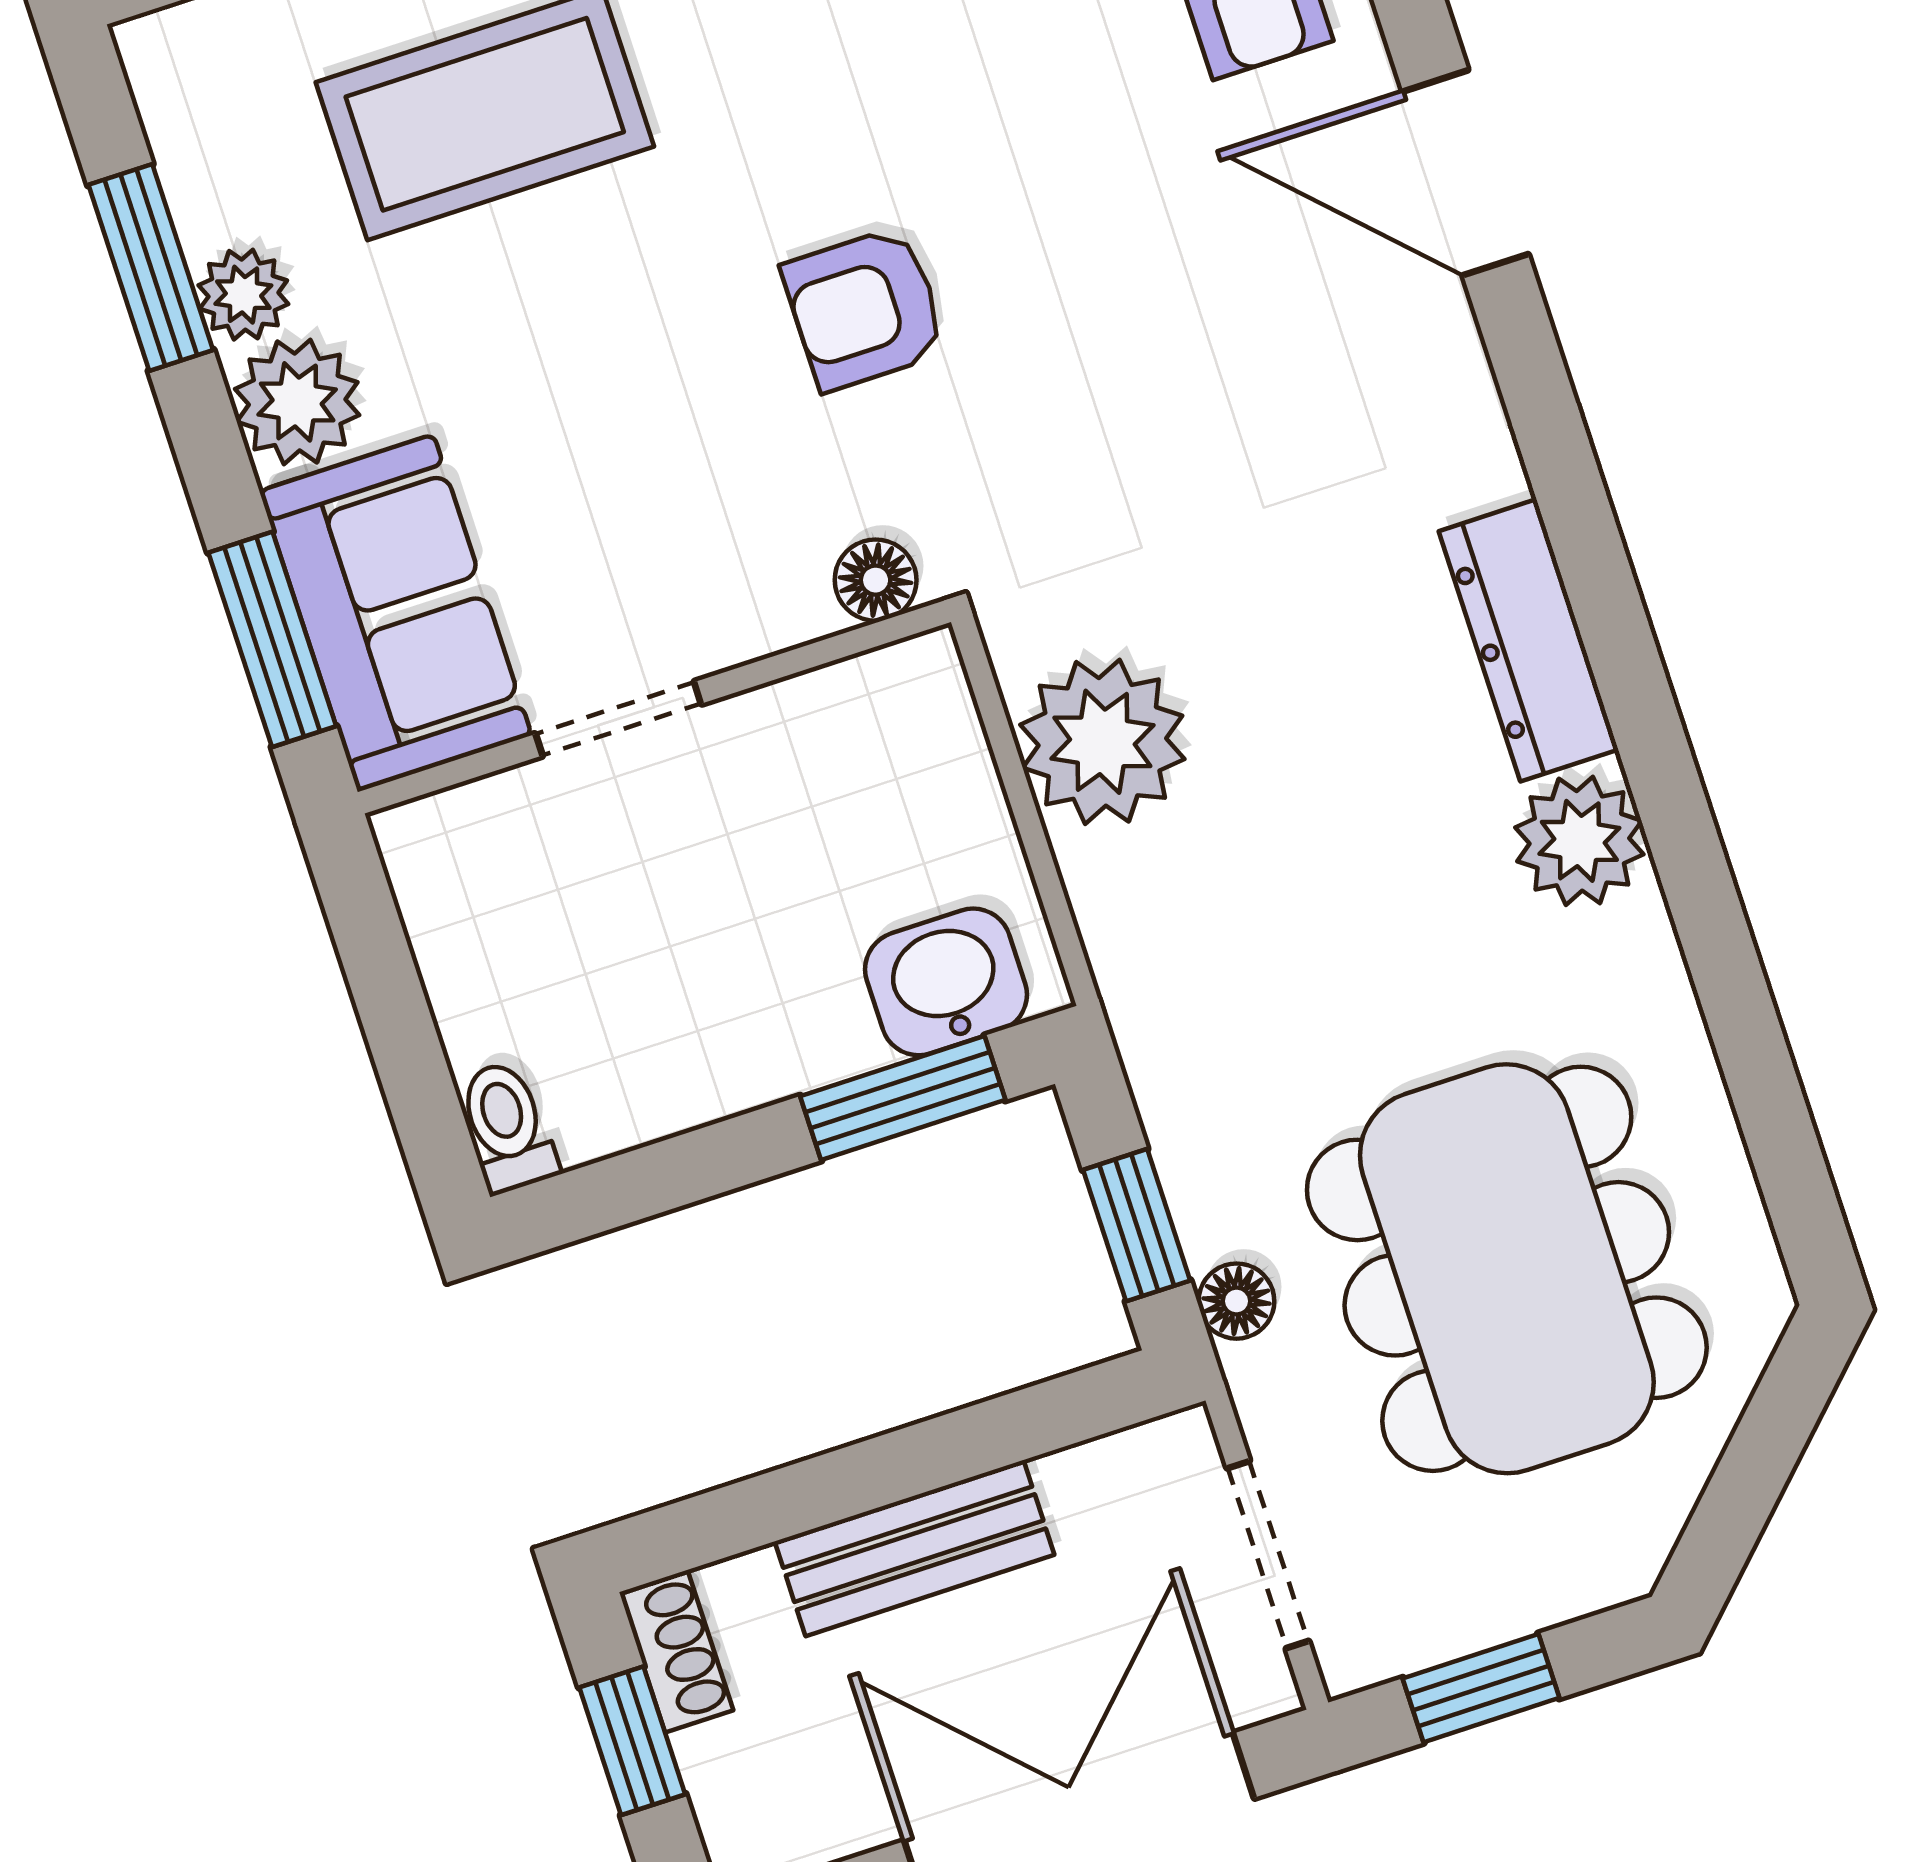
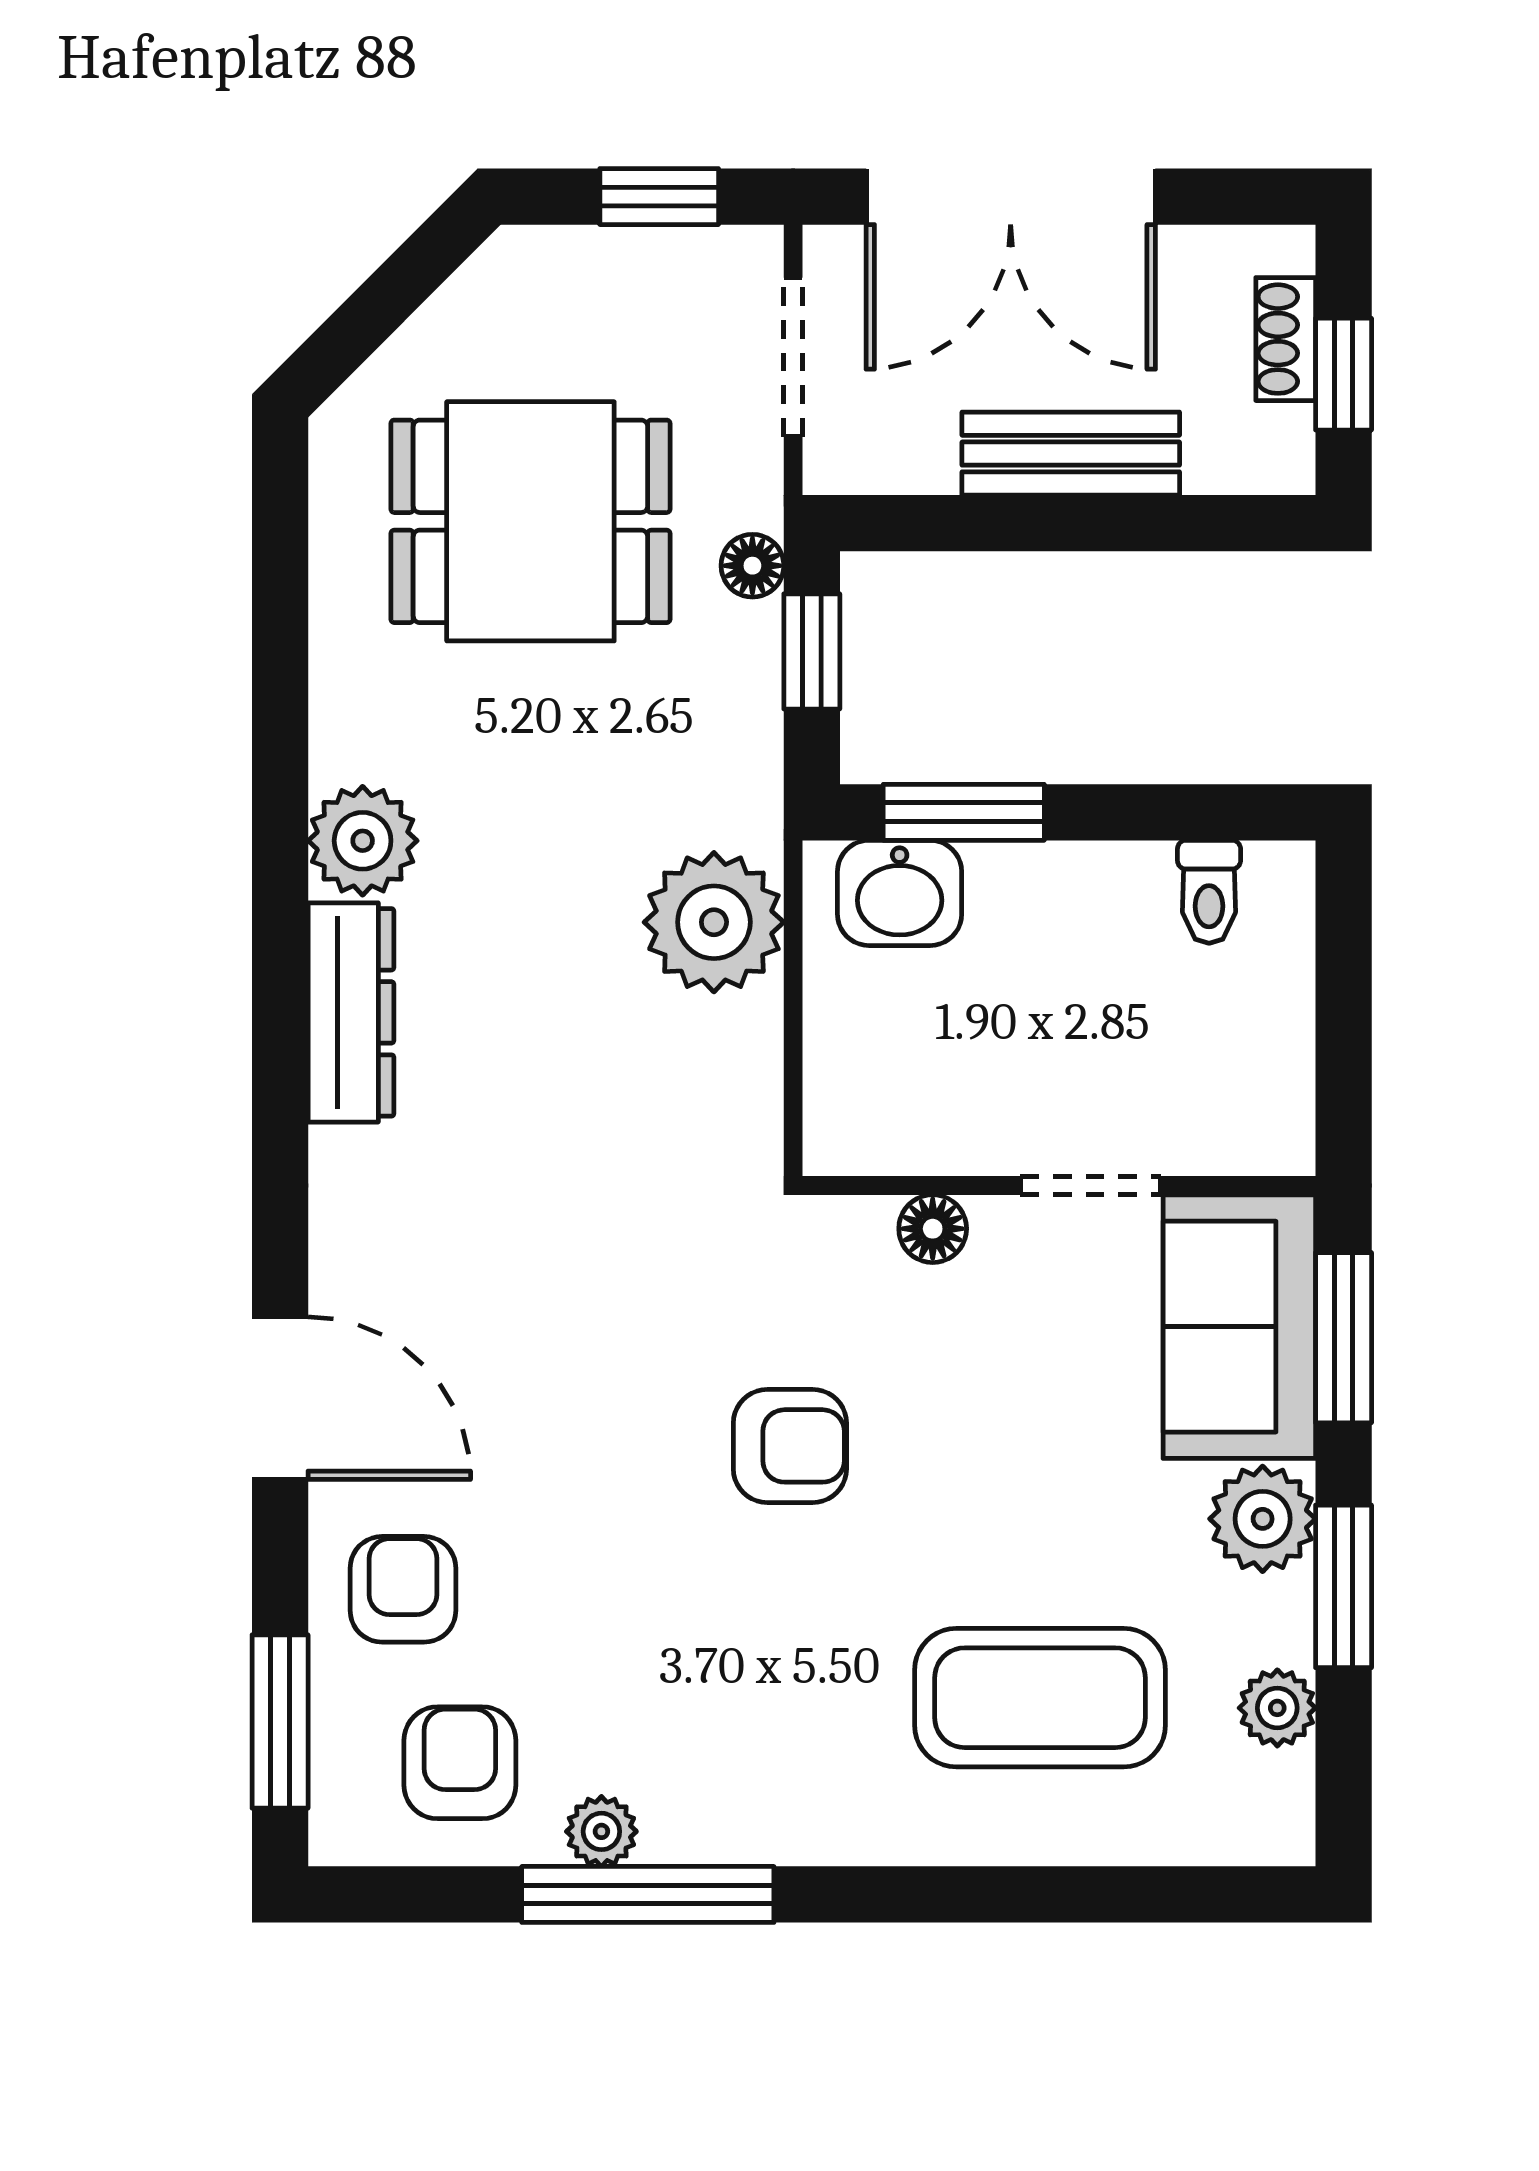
window: (151, 267) -> (1344, 1586), moved
plant: (243, 295) -> (1277, 1708), moved
floor lamp: (876, 580) -> (933, 1229), moved
plant: (1102, 742) -> (714, 922), moved
toilet: (507, 1127) -> (1209, 892), moved
dining table: (1507, 1269) -> (530, 521), width x0.73
shoe rack: (676, 1651) -> (1286, 339), moved

